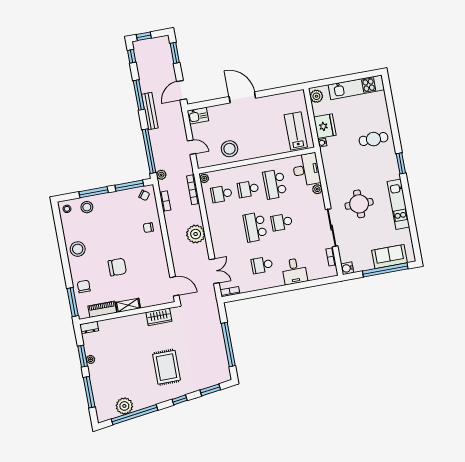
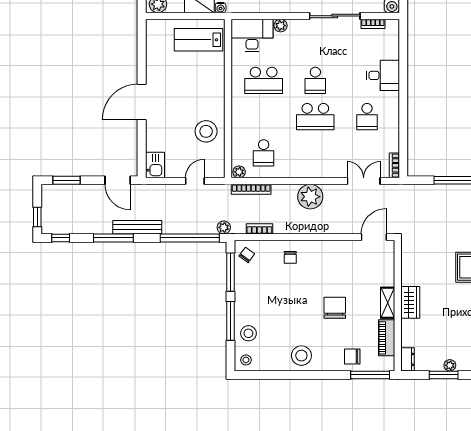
school desk: (248, 189) -> (264, 117), removed
wardrobe: (159, 317) -> (410, 302), moved

